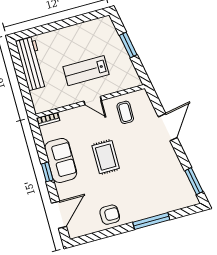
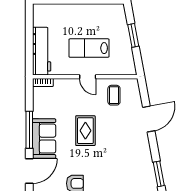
workbench: (31, 64) -> (42, 51), moved
sofa: (61, 160) -> (44, 139), moved
window: (47, 172) -> (29, 130), width x2.17

